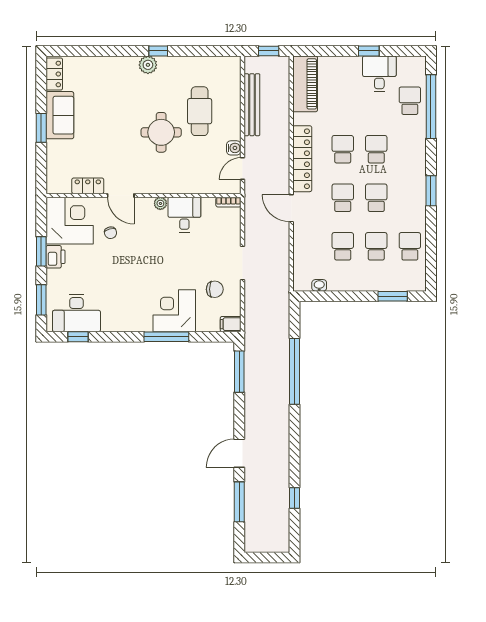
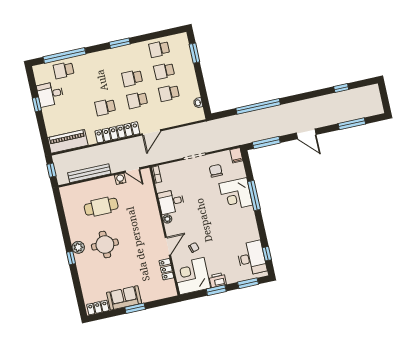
window: (158, 51) -> (71, 258), moved
round table: (161, 132) -> (105, 245), moved
school desk: (376, 149) -> (100, 85), removed
door: (239, 453) -> (306, 134), moved

